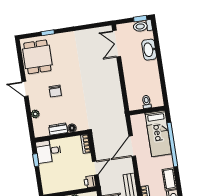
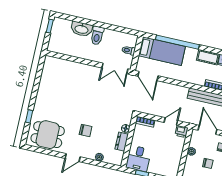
toilet: (143, 26) -> (97, 36), moved
double door: (117, 44) -> (115, 68), moved
door: (132, 146) -> (148, 76), moved
door: (95, 168) -> (171, 122), hinge flipped

